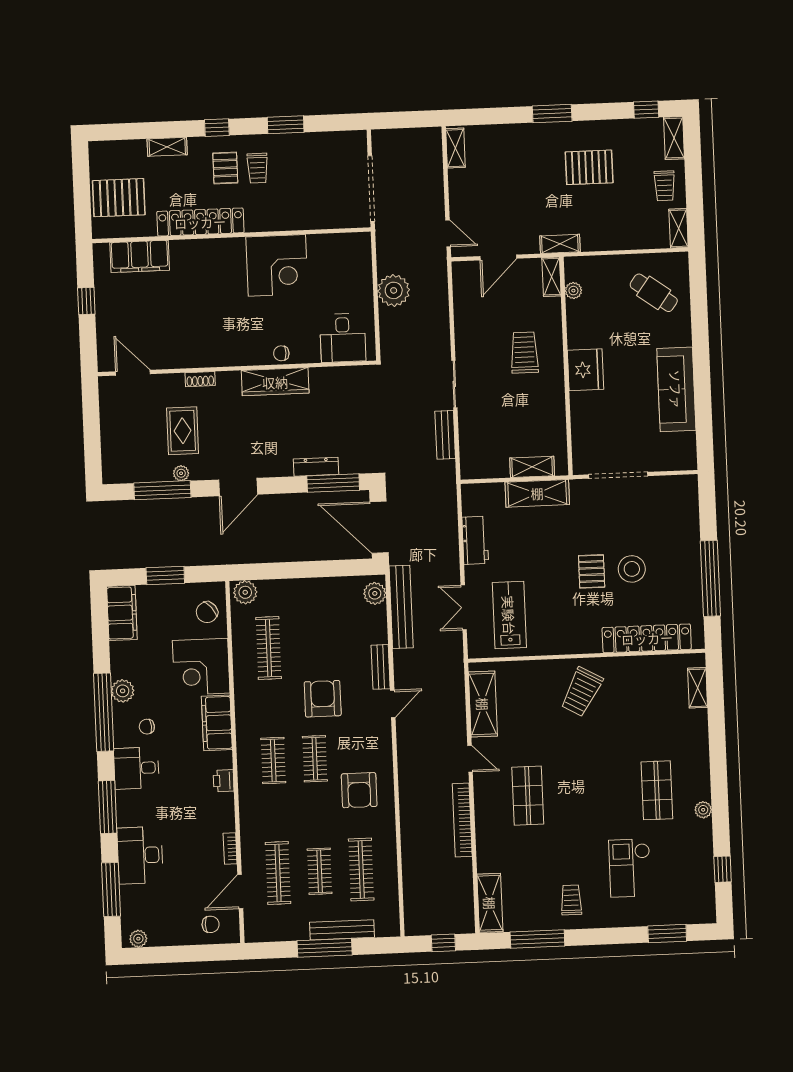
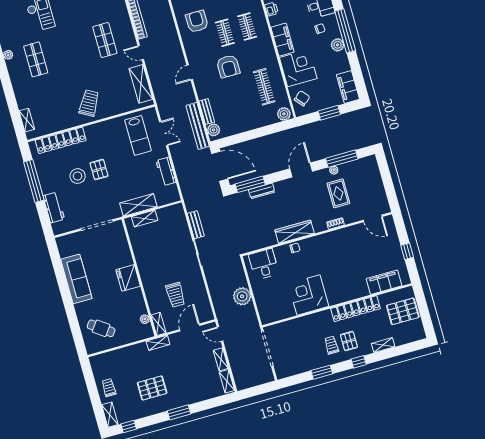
shelving: (679, 228) -> (221, 359), moved
trolley: (524, 353) -> (175, 295), moved
workbench: (686, 524) -> (54, 207), added
bench: (381, 667) -> (207, 112), moved

